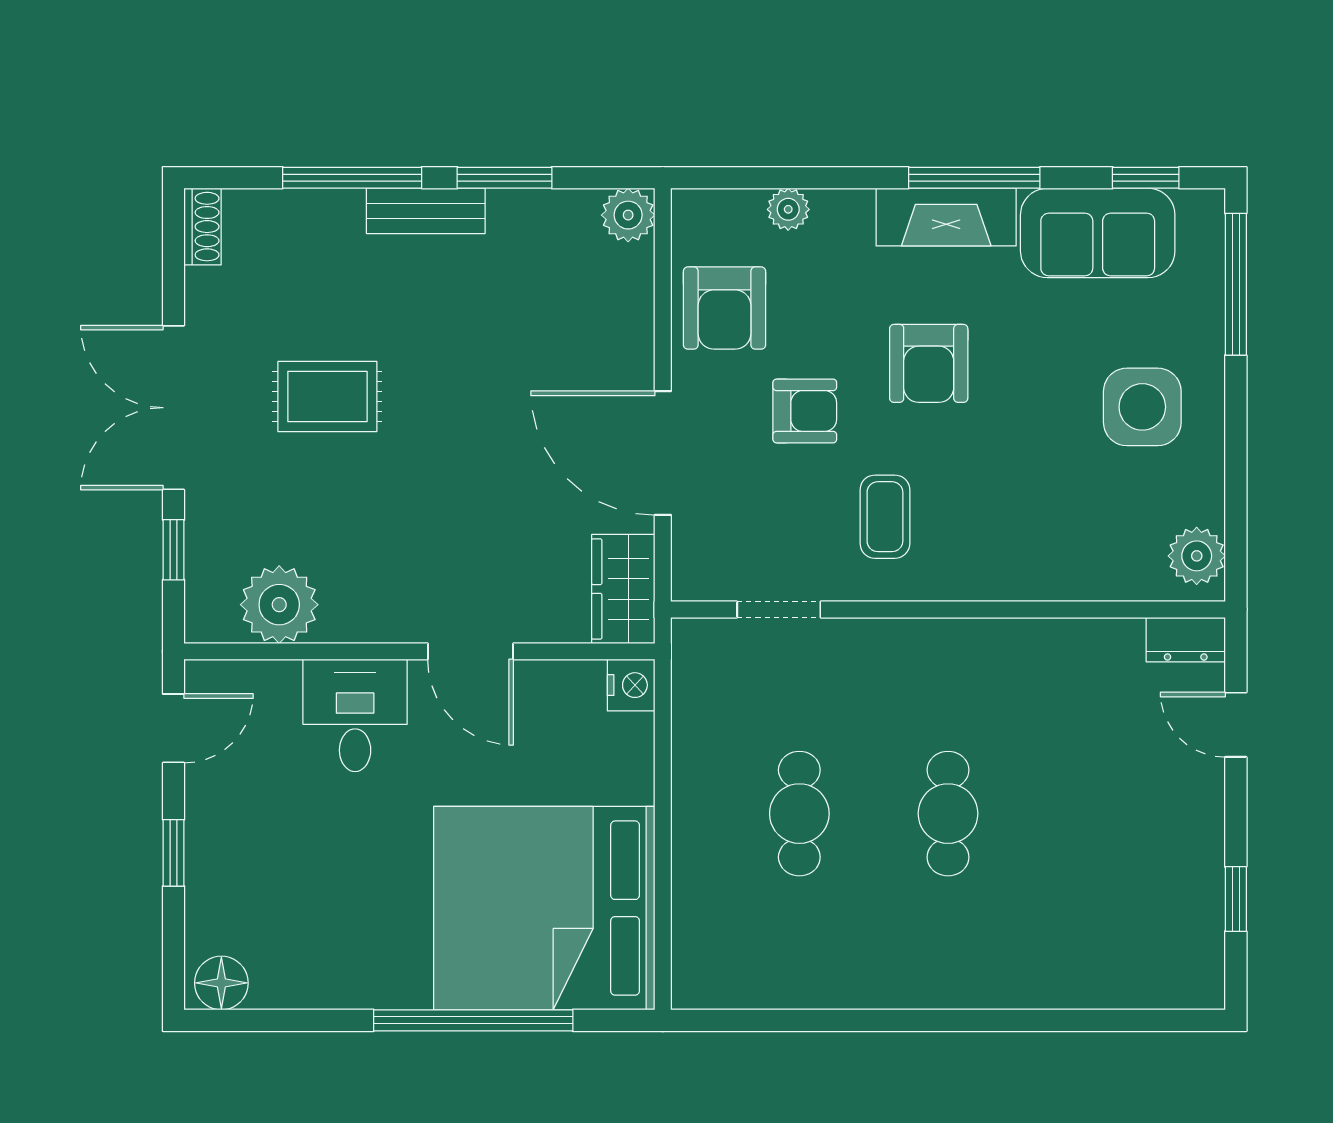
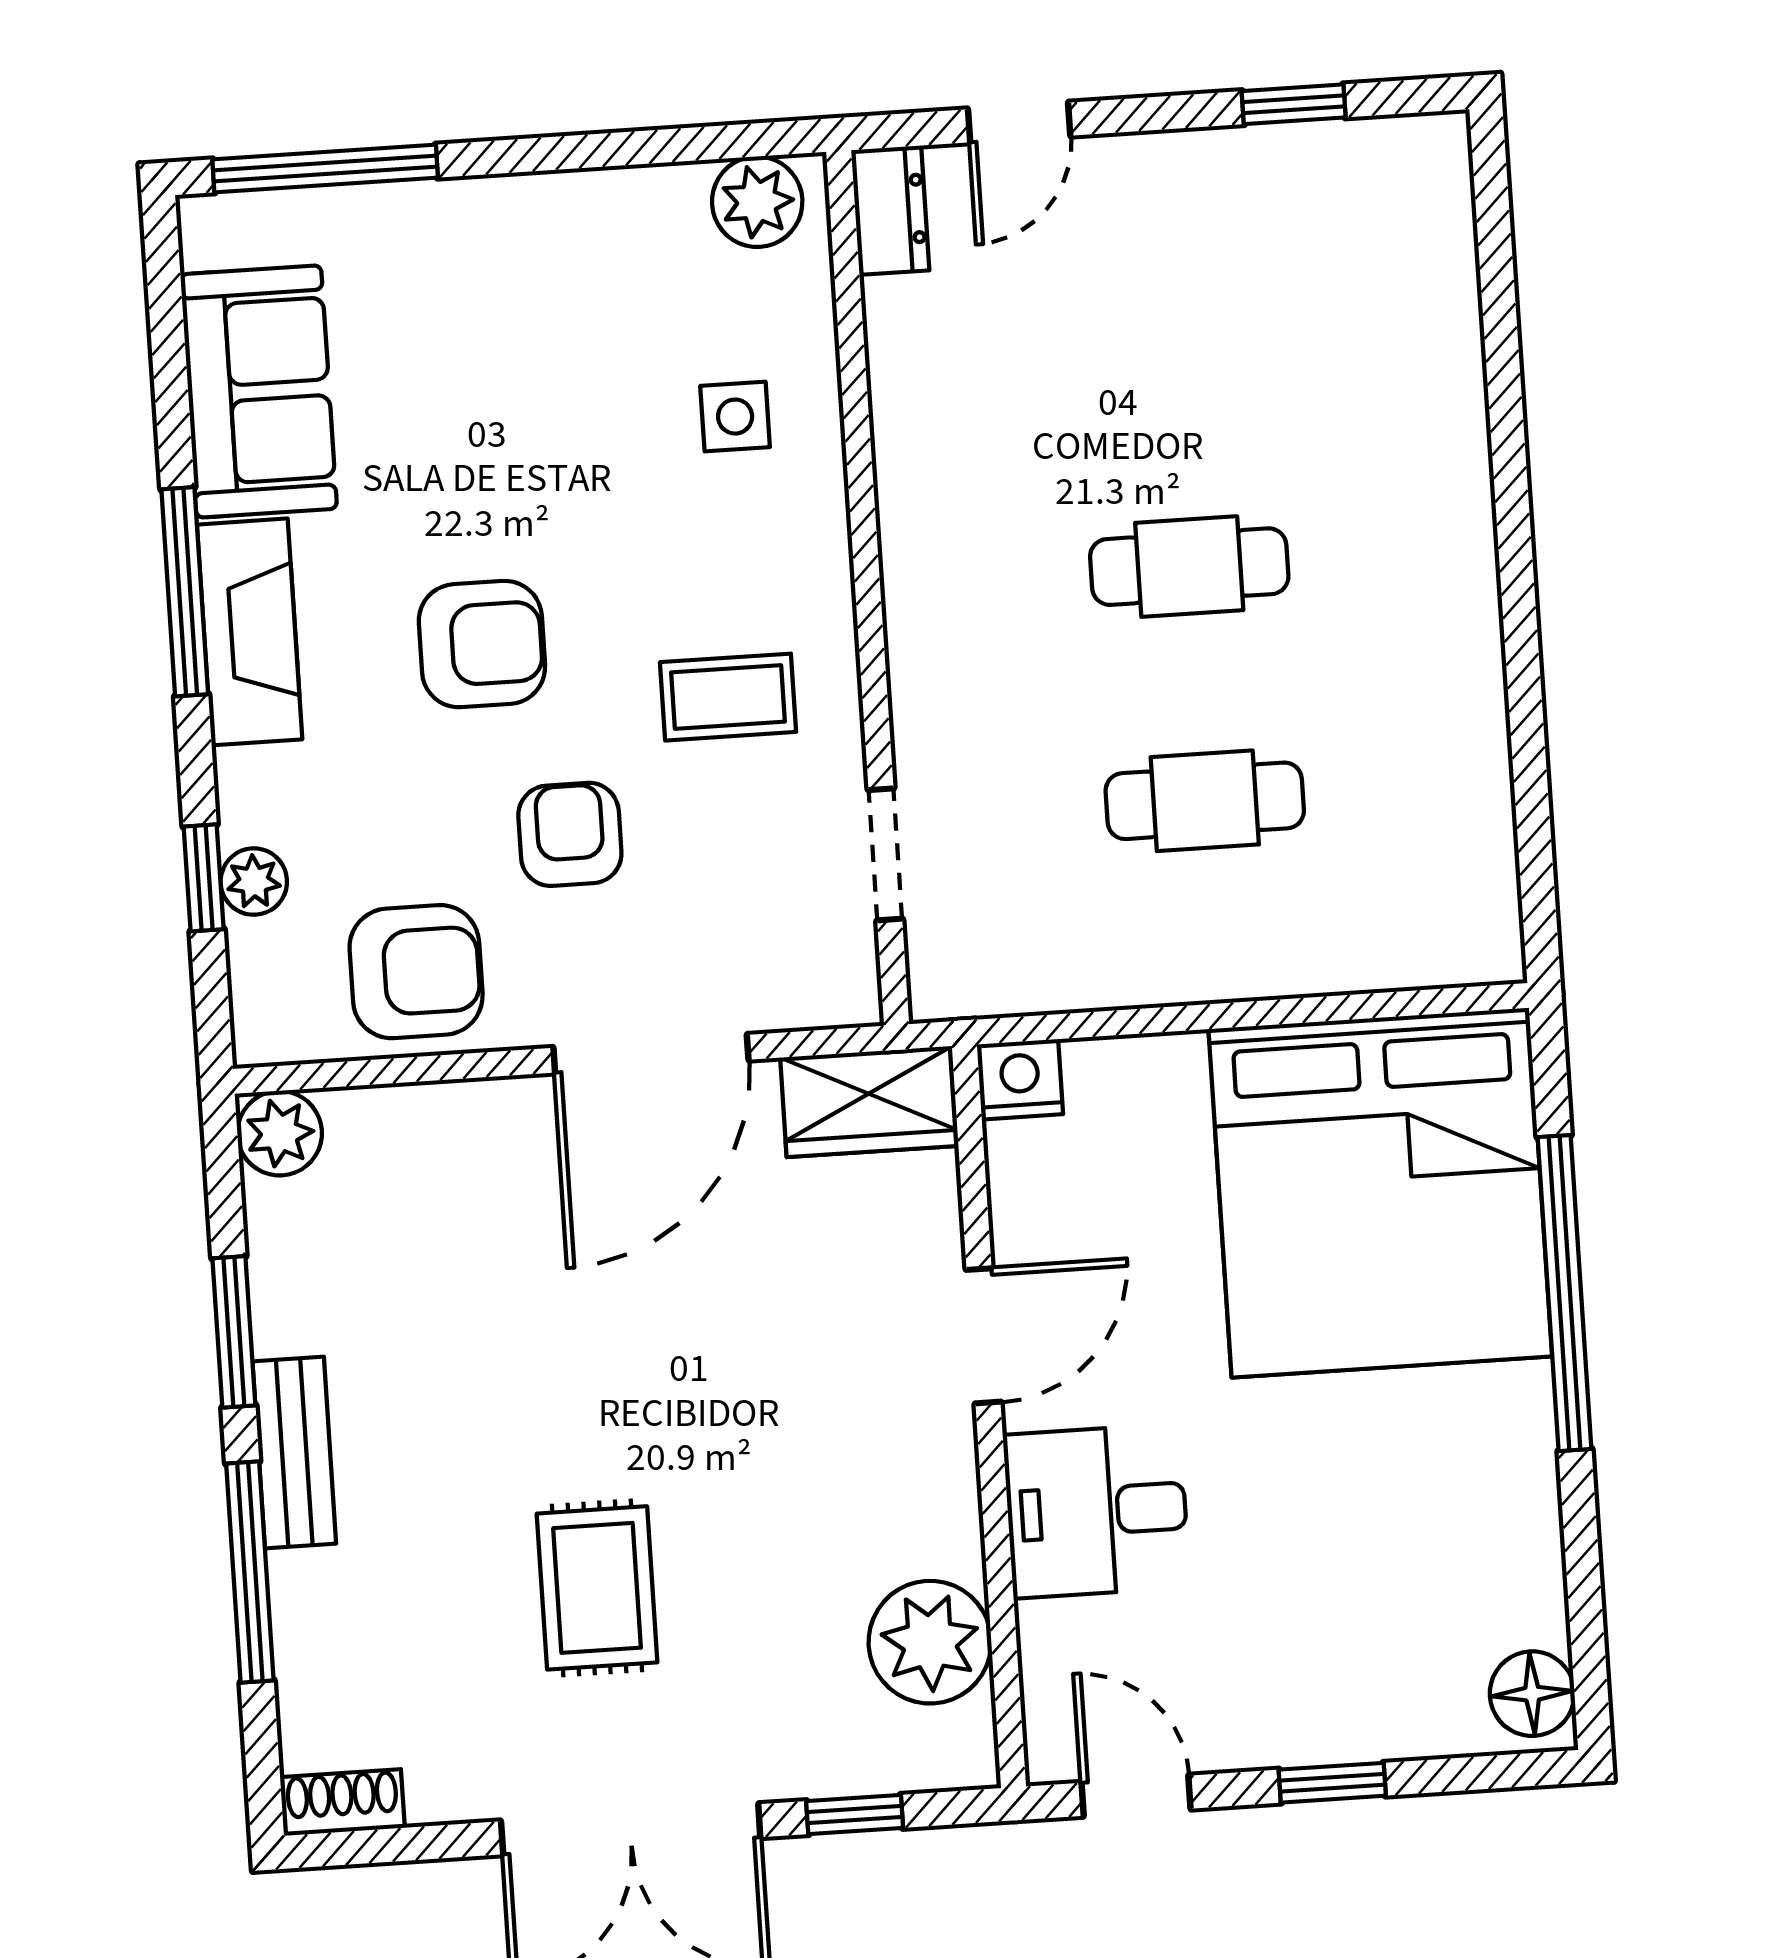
window: (1146, 178) -> (204, 878), moved
side table: (1142, 407) -> (735, 417), moved, width x0.54, depth x0.54

